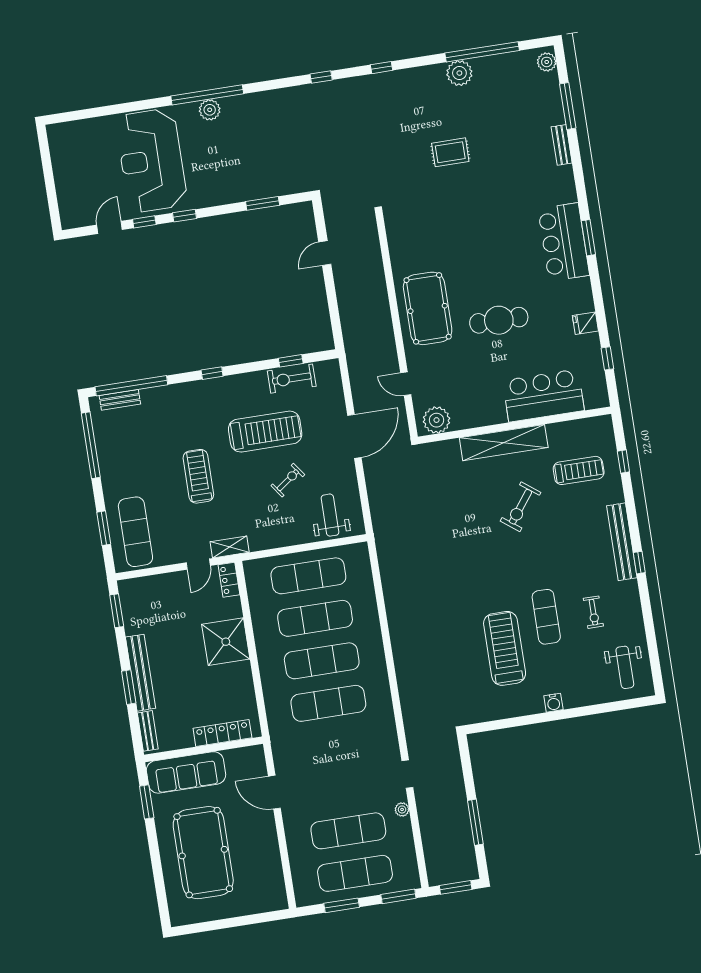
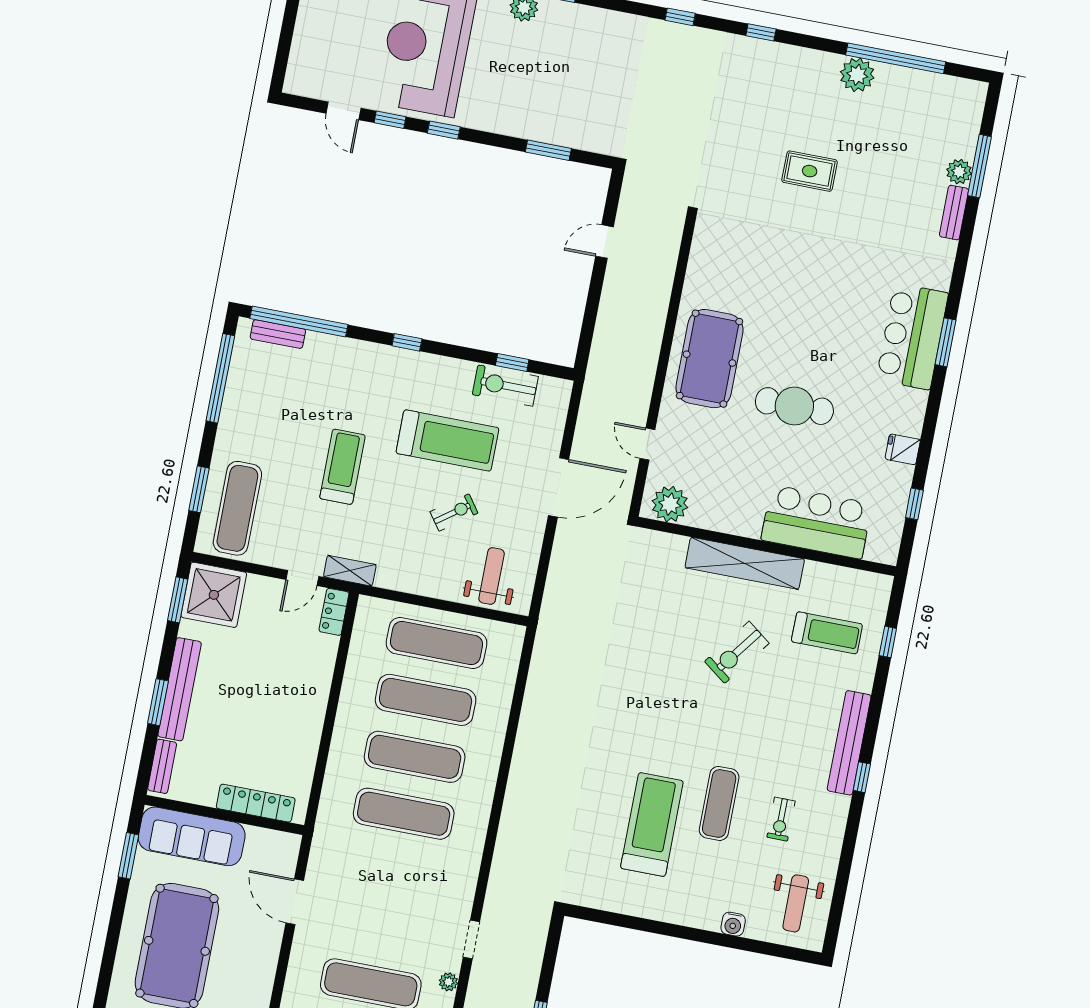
plant: (547, 62) -> (959, 172), moved
door: (110, 227) -> (343, 111), swing flipped
shower: (226, 642) -> (214, 595), moved
water cooler: (553, 703) -> (733, 924), moved

